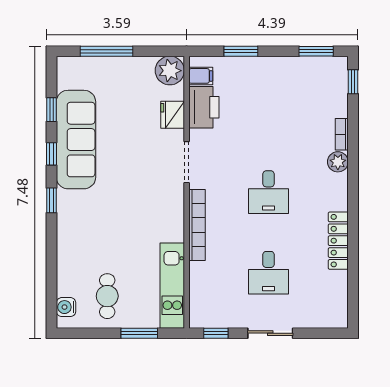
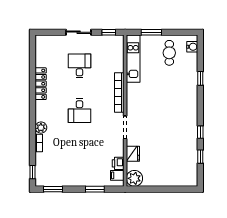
window: (106, 51) -> (170, 189), removed
printer: (204, 107) -> (118, 163), width x0.53, depth x0.68
sofa: (76, 140) -> (187, 140), removed
desk: (269, 192) -> (79, 111), turned 180
window: (51, 200) -> (200, 78), moved

